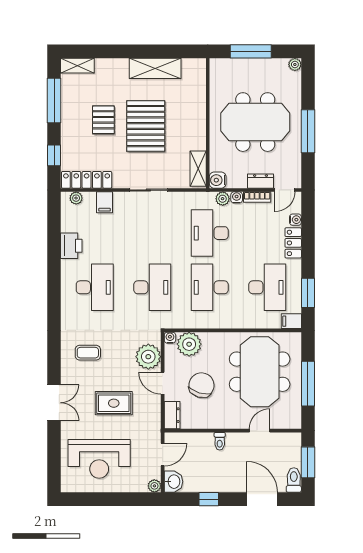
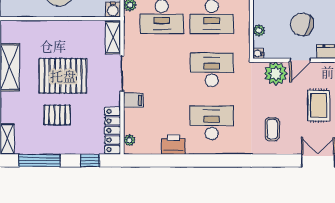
shelving: (198, 169) -> (113, 38), moved, turned 90
filing cabinet: (105, 202) -> (133, 100), moved
plant: (189, 344) -> (259, 31), width x0.53, depth x0.53

